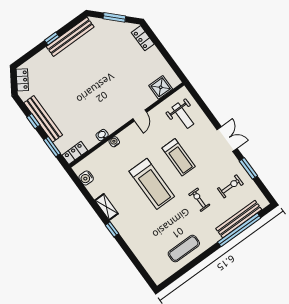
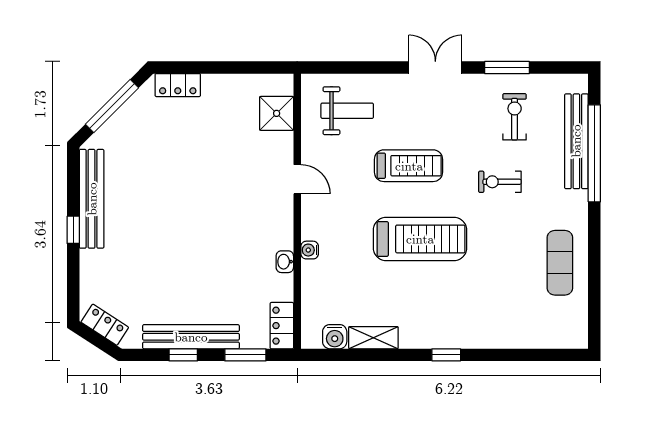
window: (114, 17) -> (112, 106), width x1.44
shelving: (107, 207) -> (373, 338), moved

